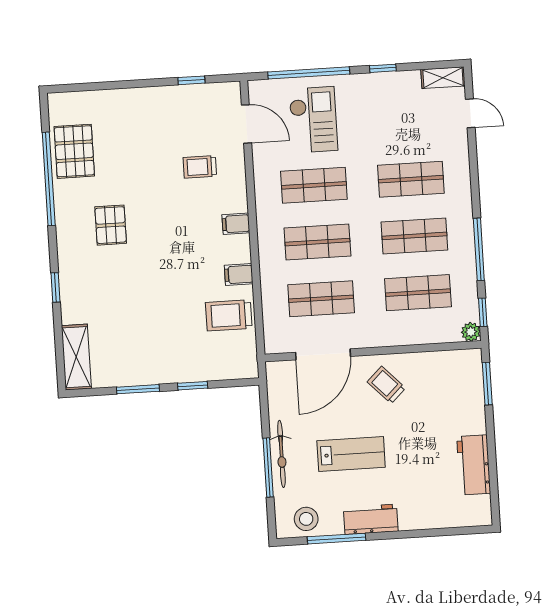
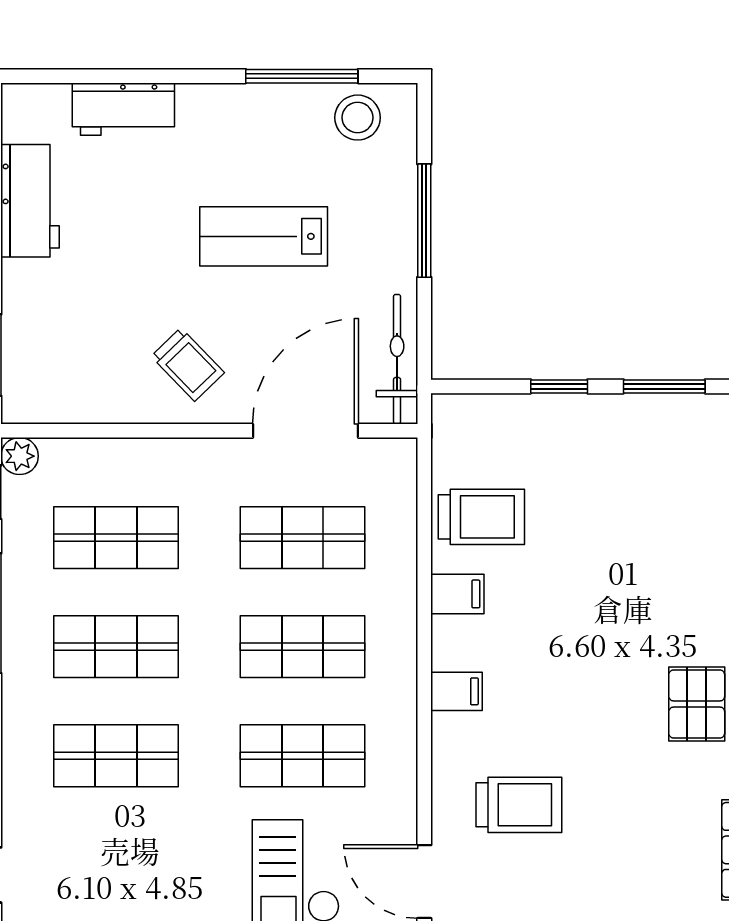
trolley: (200, 167) -> (519, 805), width x1.36, depth x1.39
bicycle: (281, 454) -> (397, 359), moved
workbench: (371, 519) -> (123, 109), moved

